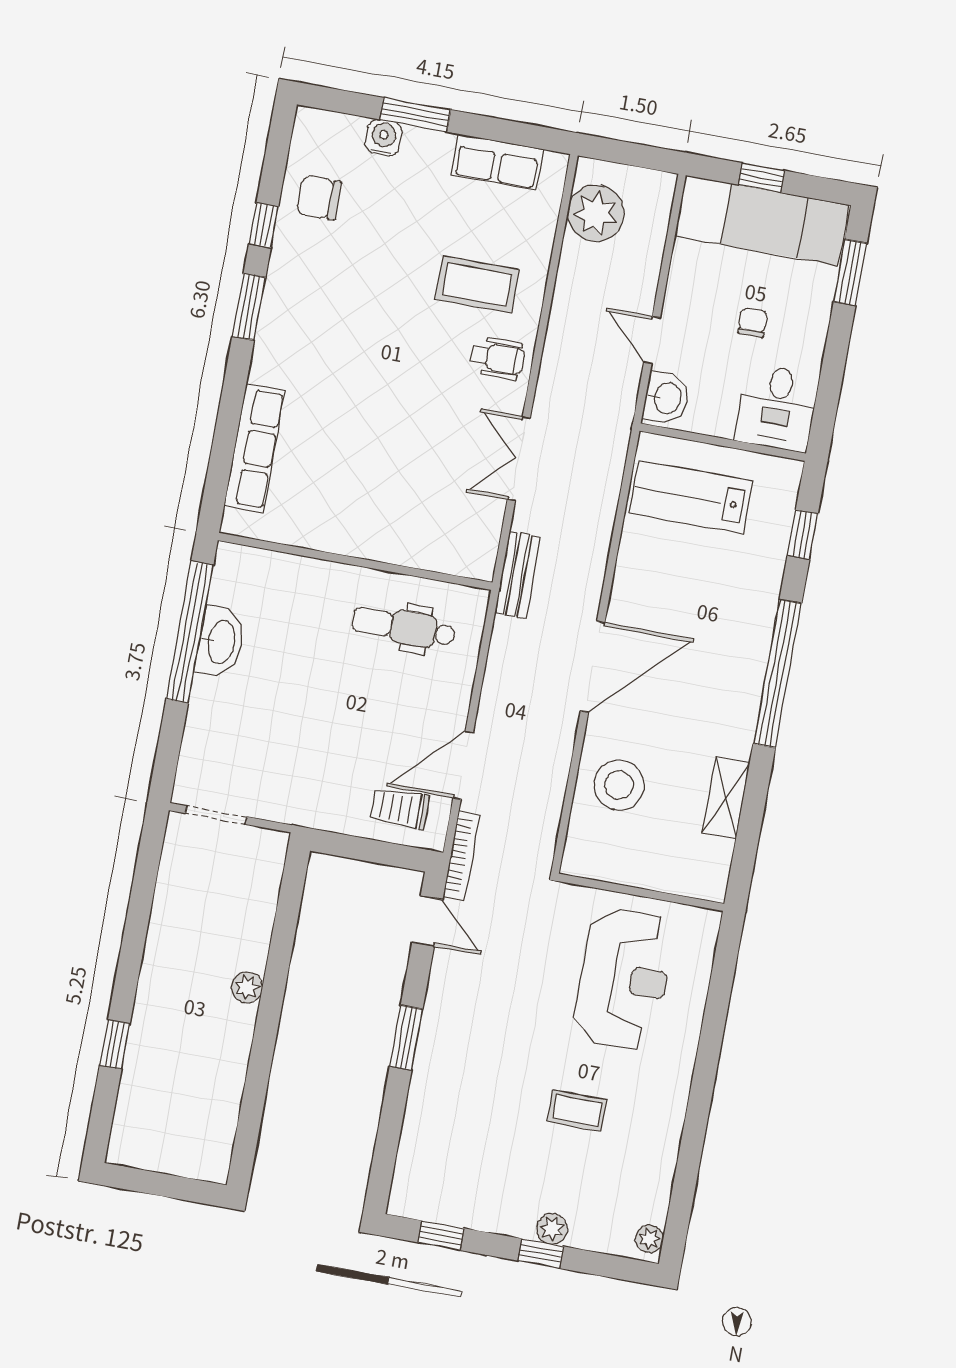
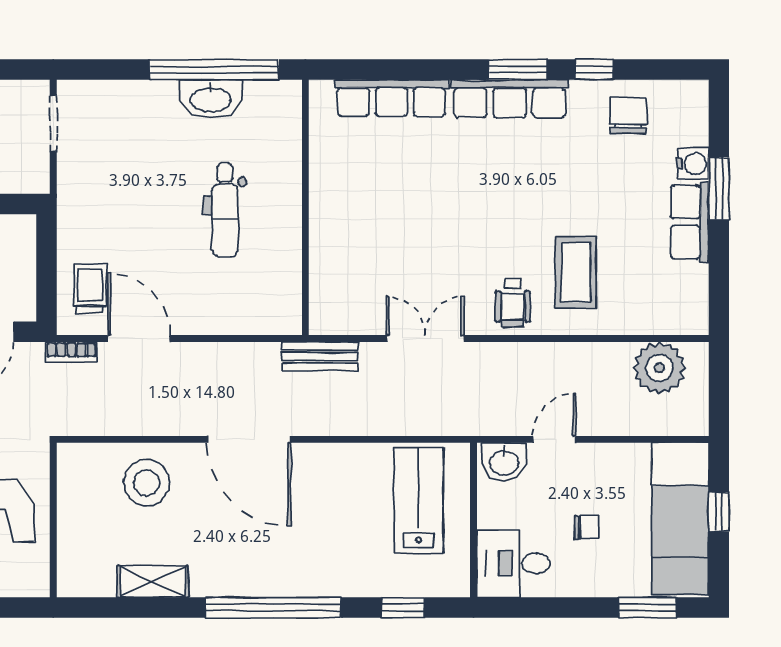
row of seats: (497, 162) -> (690, 222), moved
row of seats: (278, 321) -> (510, 99), added
dental chair: (403, 627) -> (225, 210), moved, turned 180
bookcase: (462, 856) -> (71, 352), width x0.64

